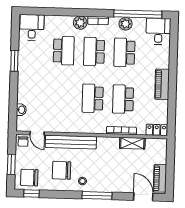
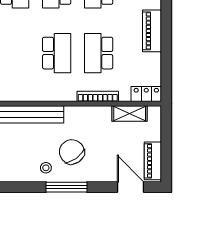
school desk: (93, 98) -> (57, 53), turned 180
shelving: (132, 143) -> (130, 113), moved
chair: (62, 170) -> (72, 152), moved, turned 55

